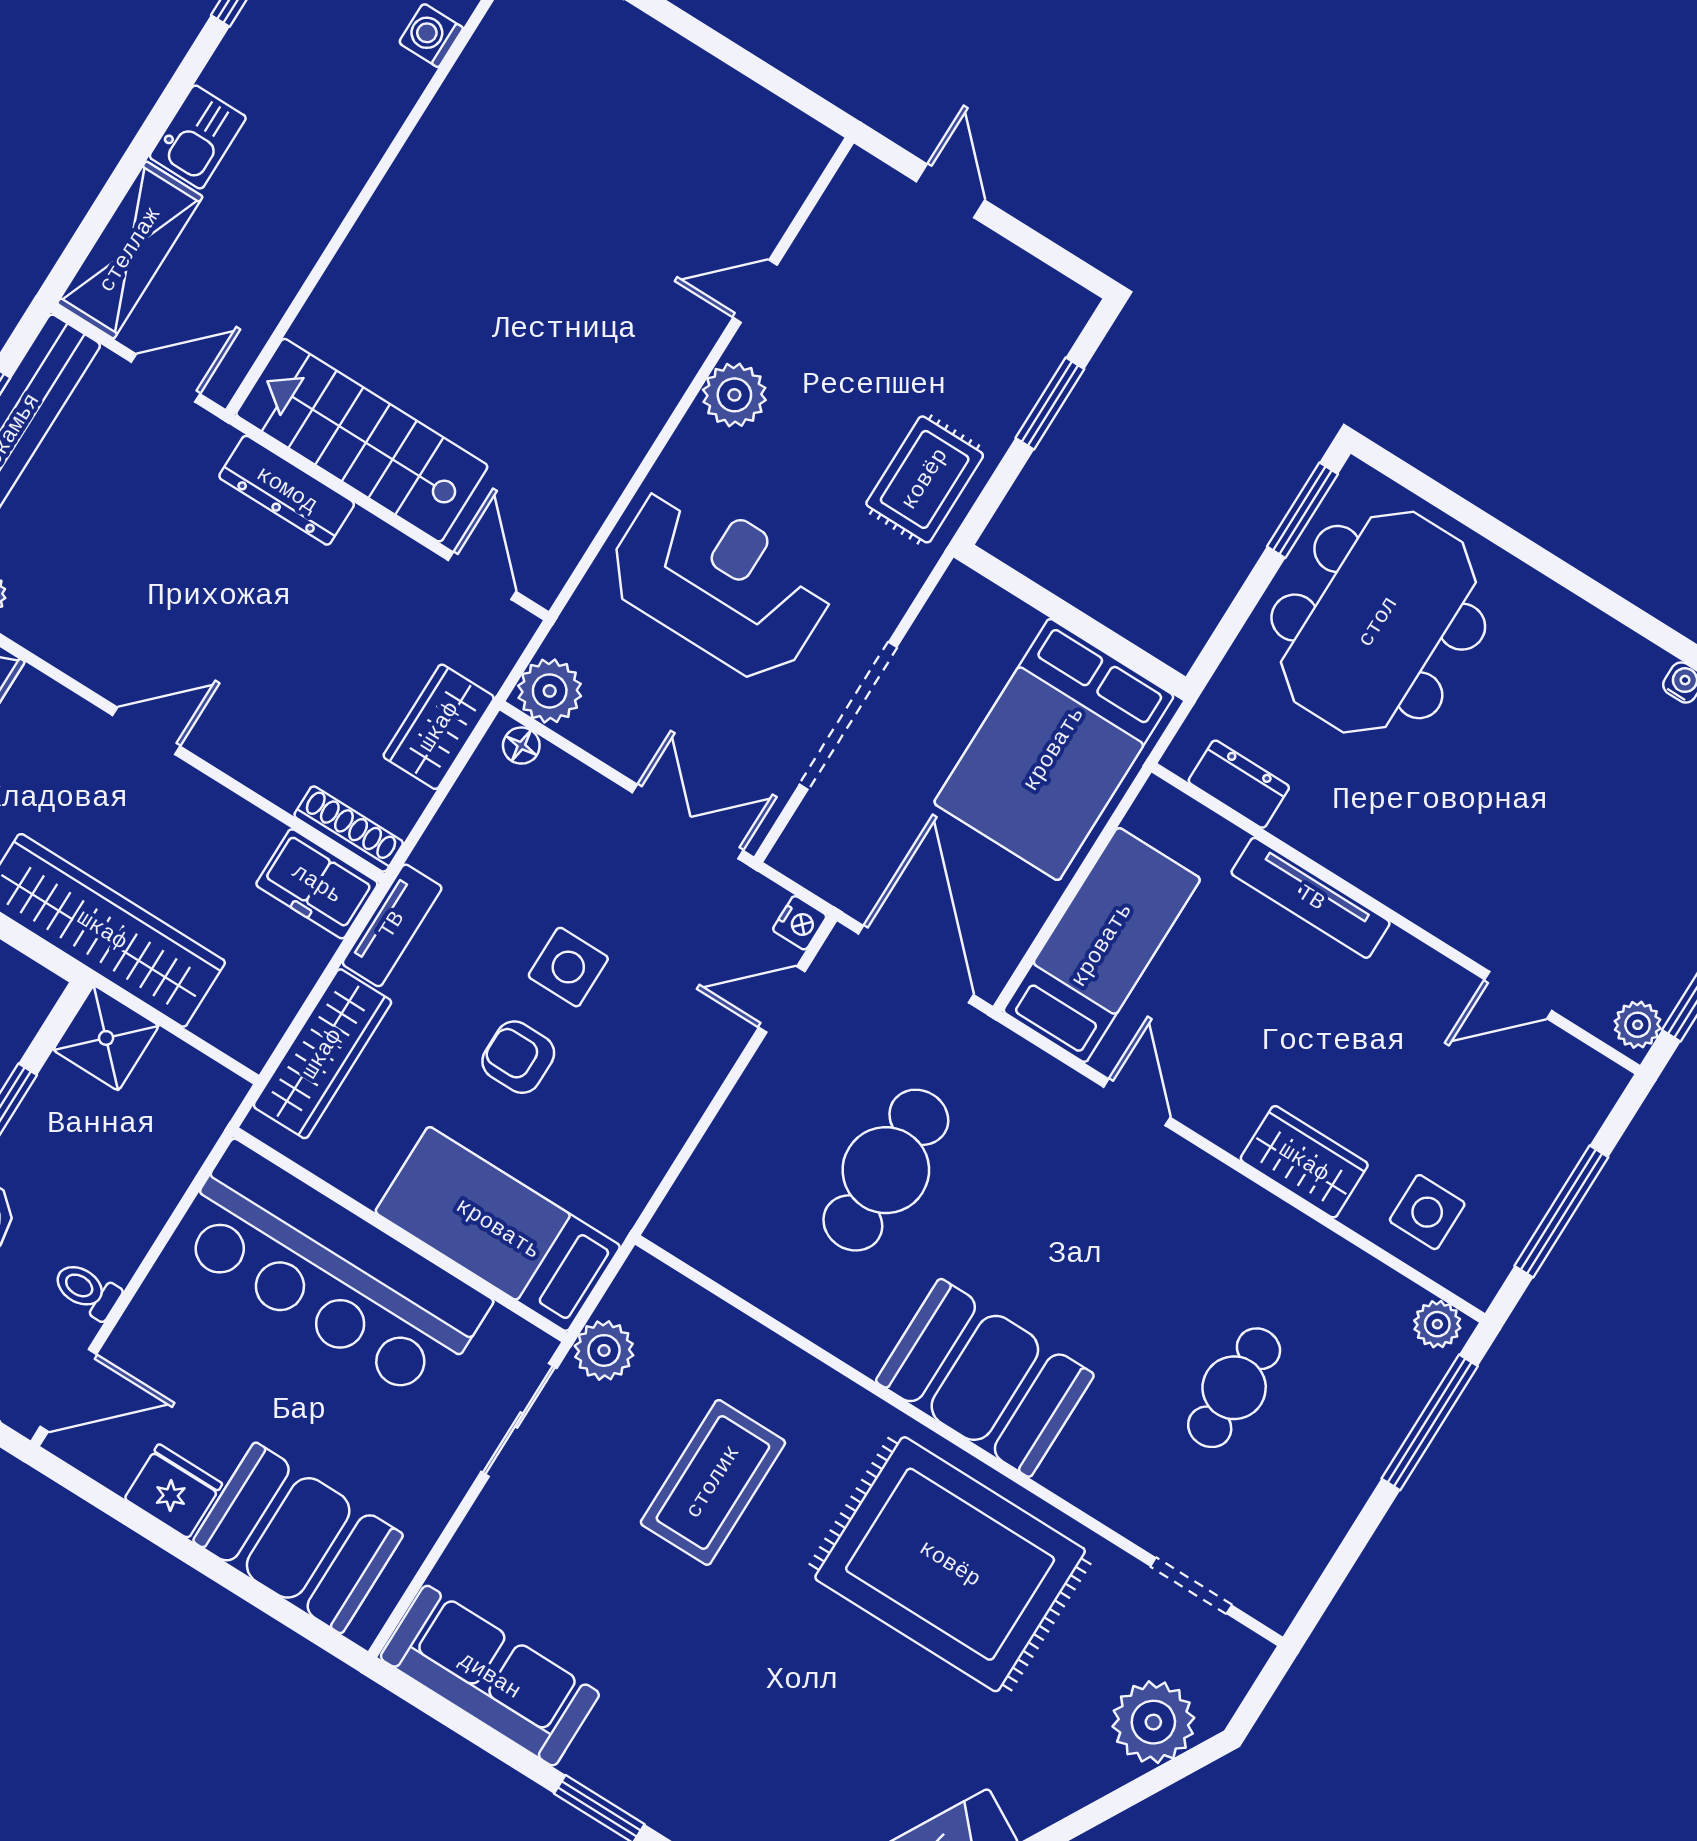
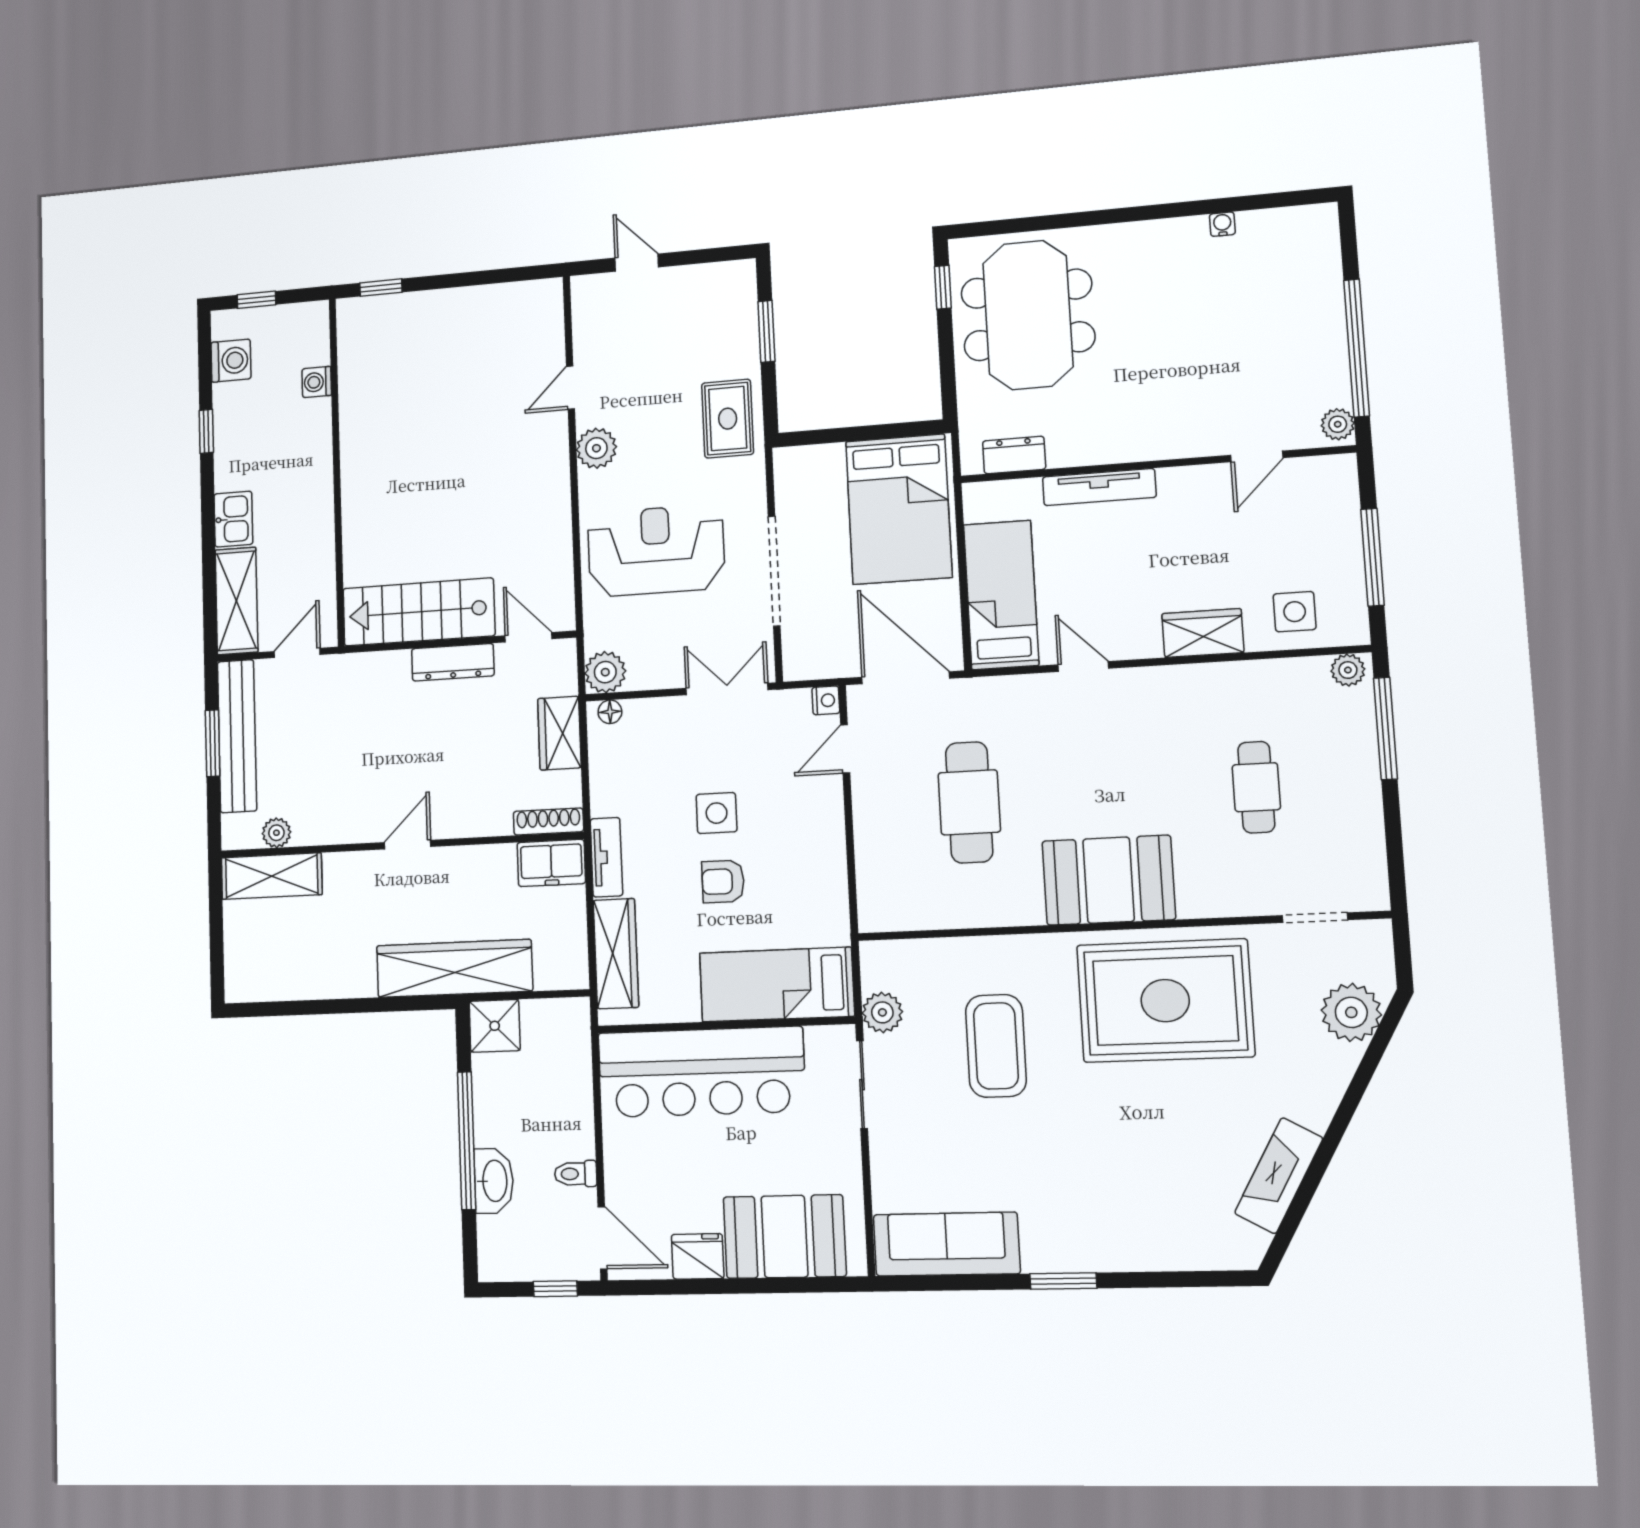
dresser: (287, 490) -> (453, 662), moved
window: (1302, 510) -> (943, 287), width x0.67
door: (68, 1390) -> (602, 1238), hinge flipped

